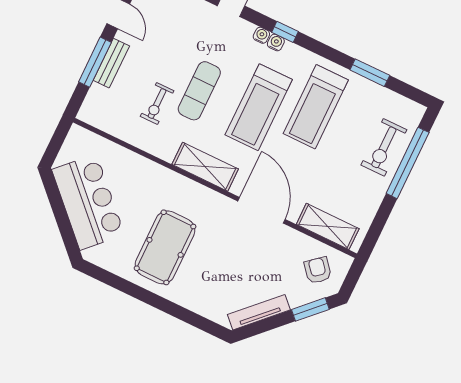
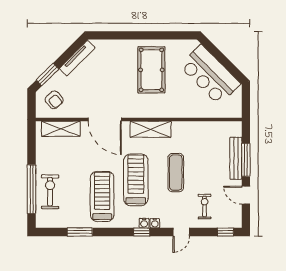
bench: (111, 63) -> (236, 158), width x1.36
exercise bike: (157, 104) -> (205, 207), moved

